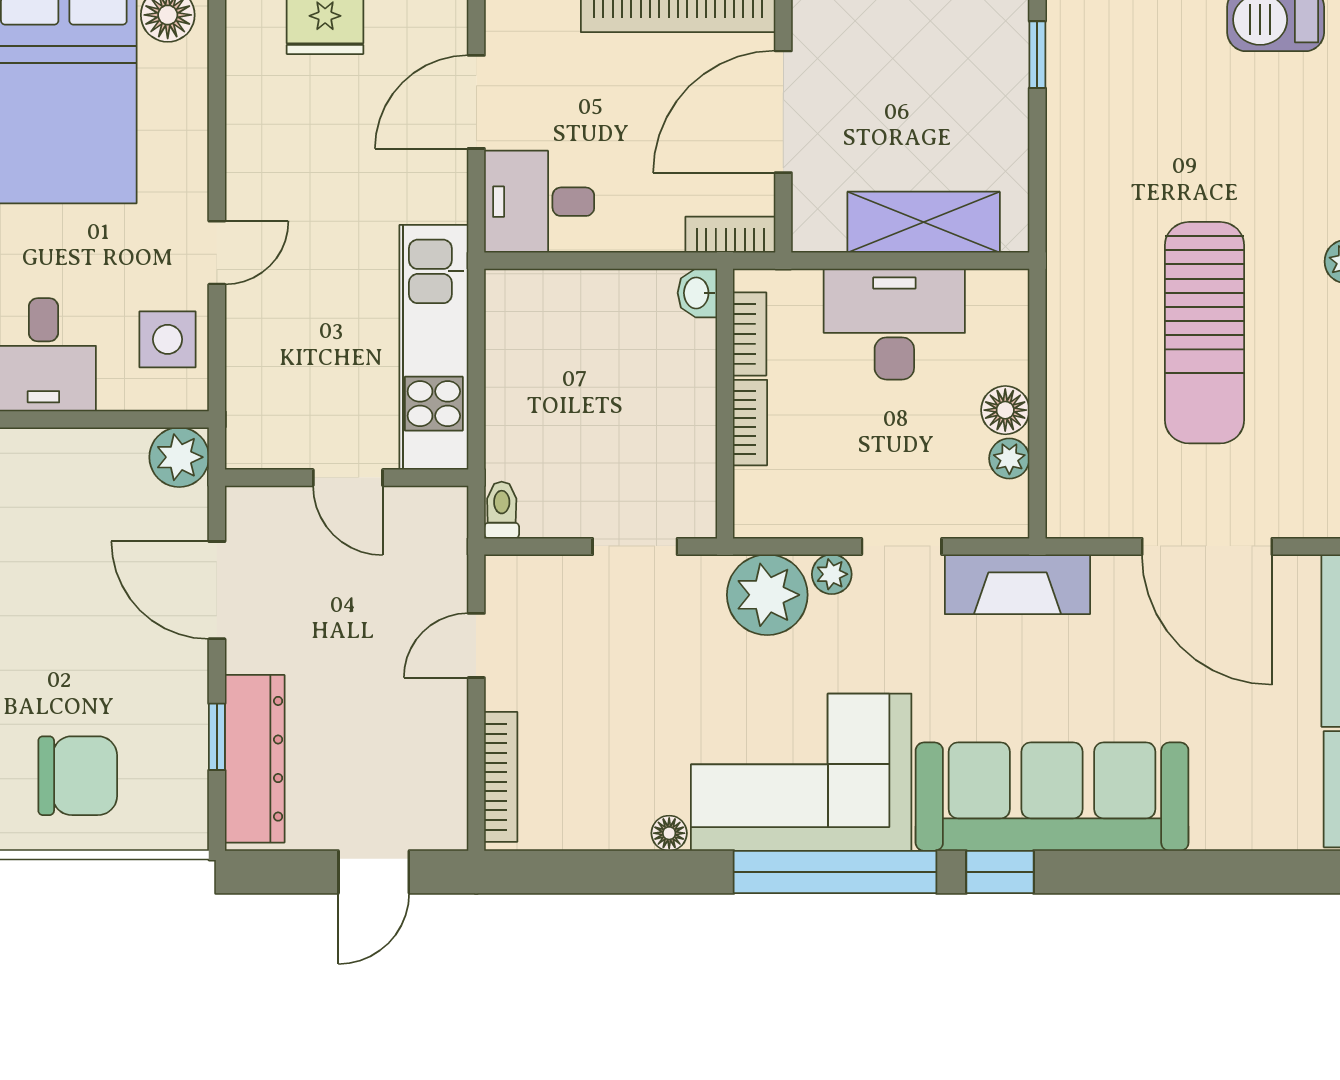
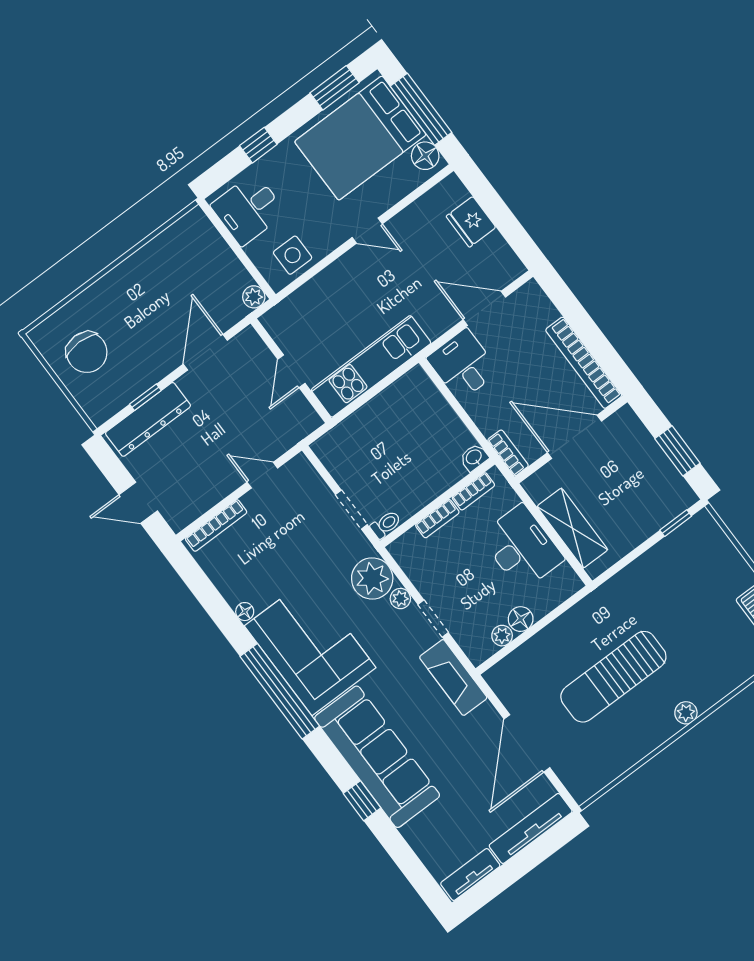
door: (217, 253) -> (367, 231), moved
plant: (179, 457) -> (254, 297), width x0.73, depth x0.73
toilet: (502, 510) -> (386, 524), moved
window: (1000, 872) -> (362, 801), moved

